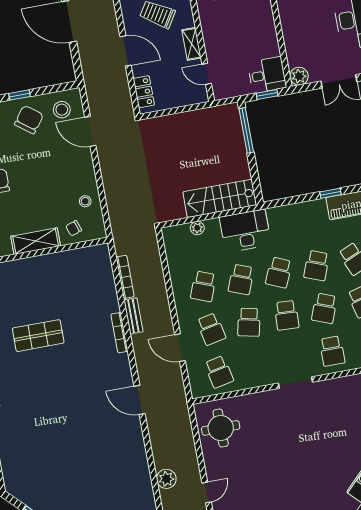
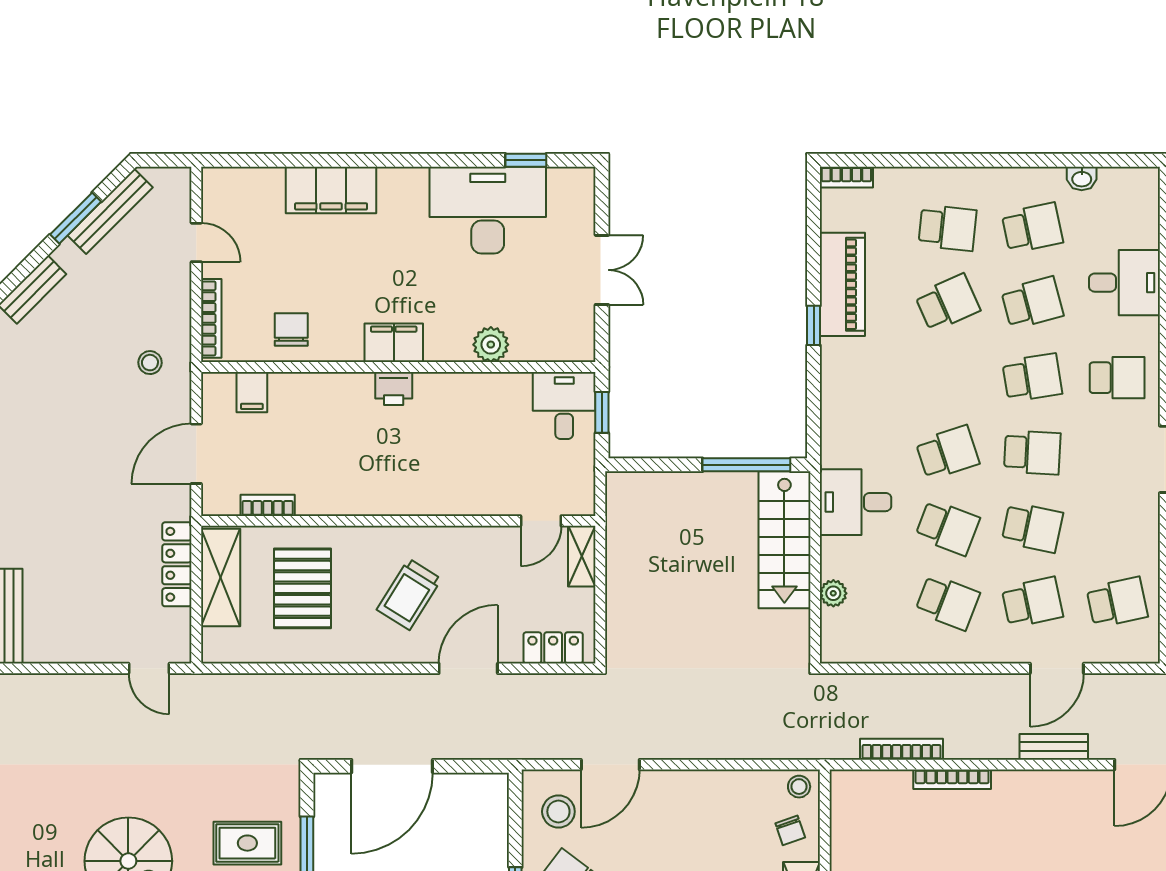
shelving: (192, 44) -> (582, 556), moved, turned 90
plant: (299, 76) -> (491, 345), moved
window: (246, 130) -> (746, 465), moved
stool: (85, 201) -> (799, 787), moved
desk: (245, 231) -> (856, 502), width x0.73
school desk: (317, 266) -> (947, 378), removed
school desk: (279, 273) -> (947, 453), turned -42
school desk: (324, 308) -> (1032, 378), turned -30
bench: (133, 316) -> (1054, 747), moved
bookcase: (119, 333) -> (952, 779), moved

